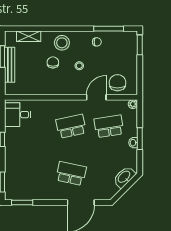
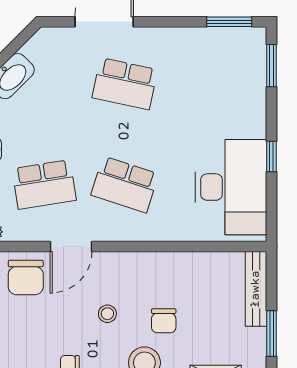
bench: (10, 65) -> (256, 289), moved
desk: (18, 115) -> (231, 187), width x1.87, depth x1.30
school desk: (71, 126) -> (125, 184), turned 30

